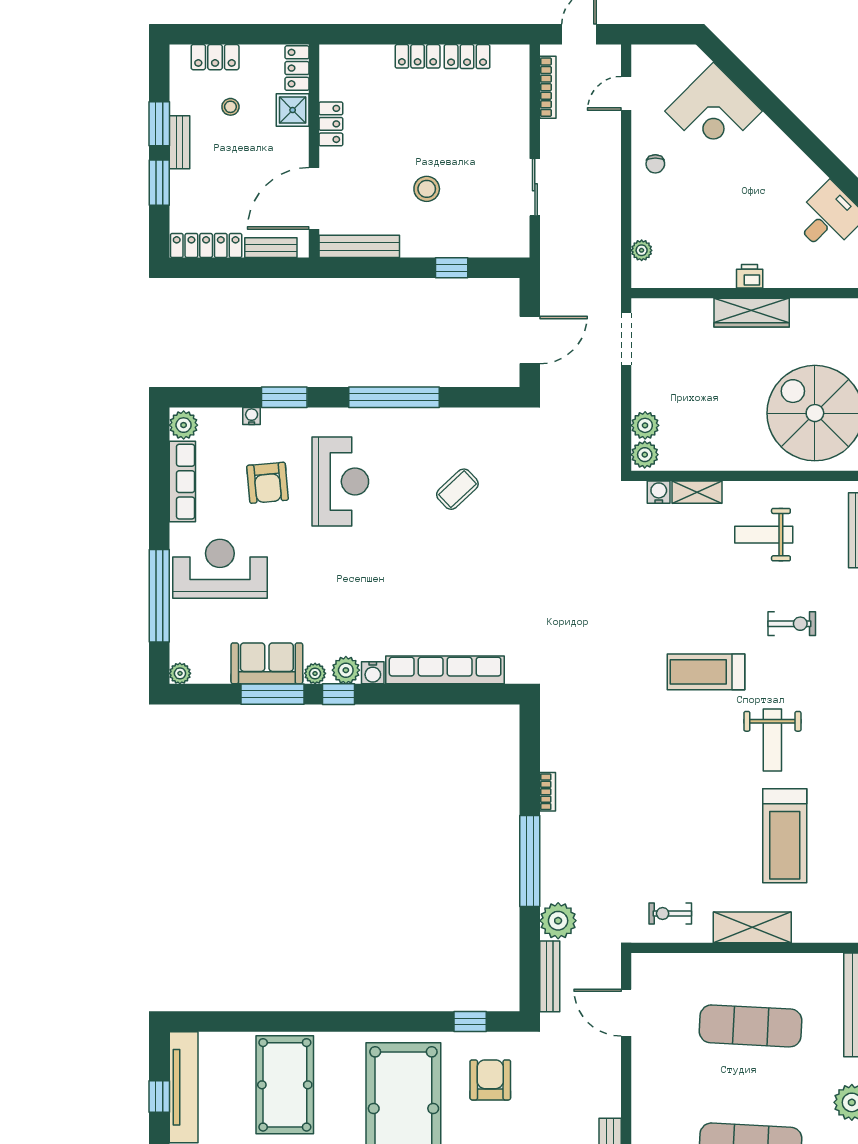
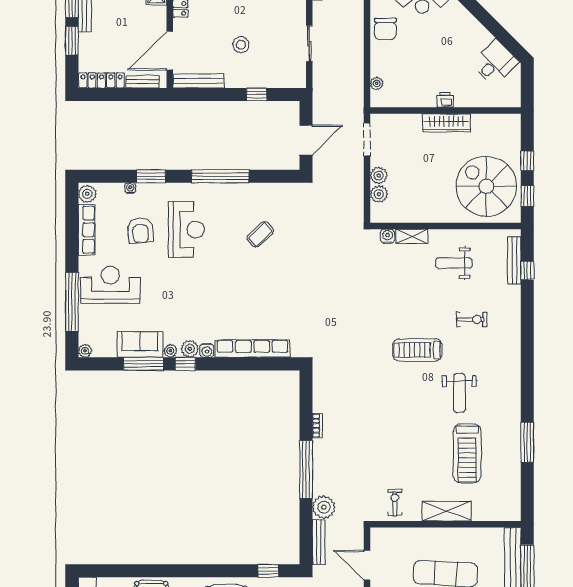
chair: (655, 164) -> (385, 29), width x1.87, depth x1.87
plant: (645, 455) -> (379, 176), moved
exercise bike: (670, 914) -> (395, 503), turned 90

